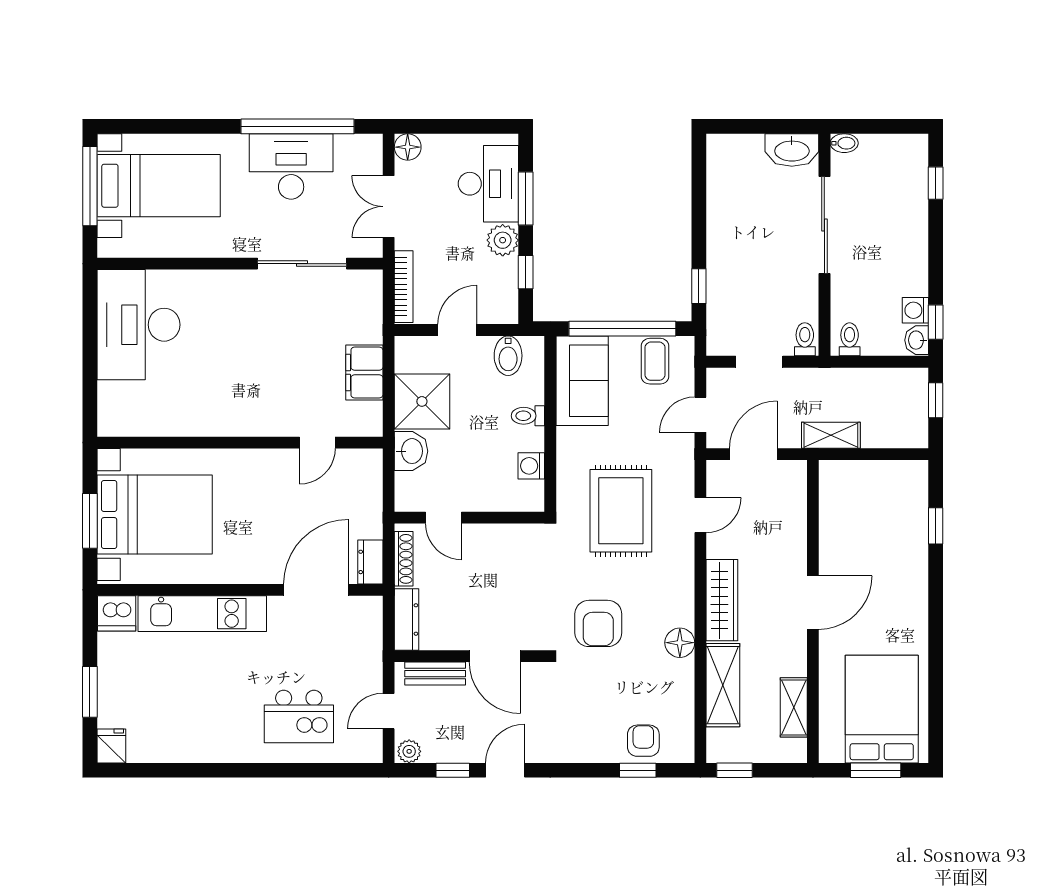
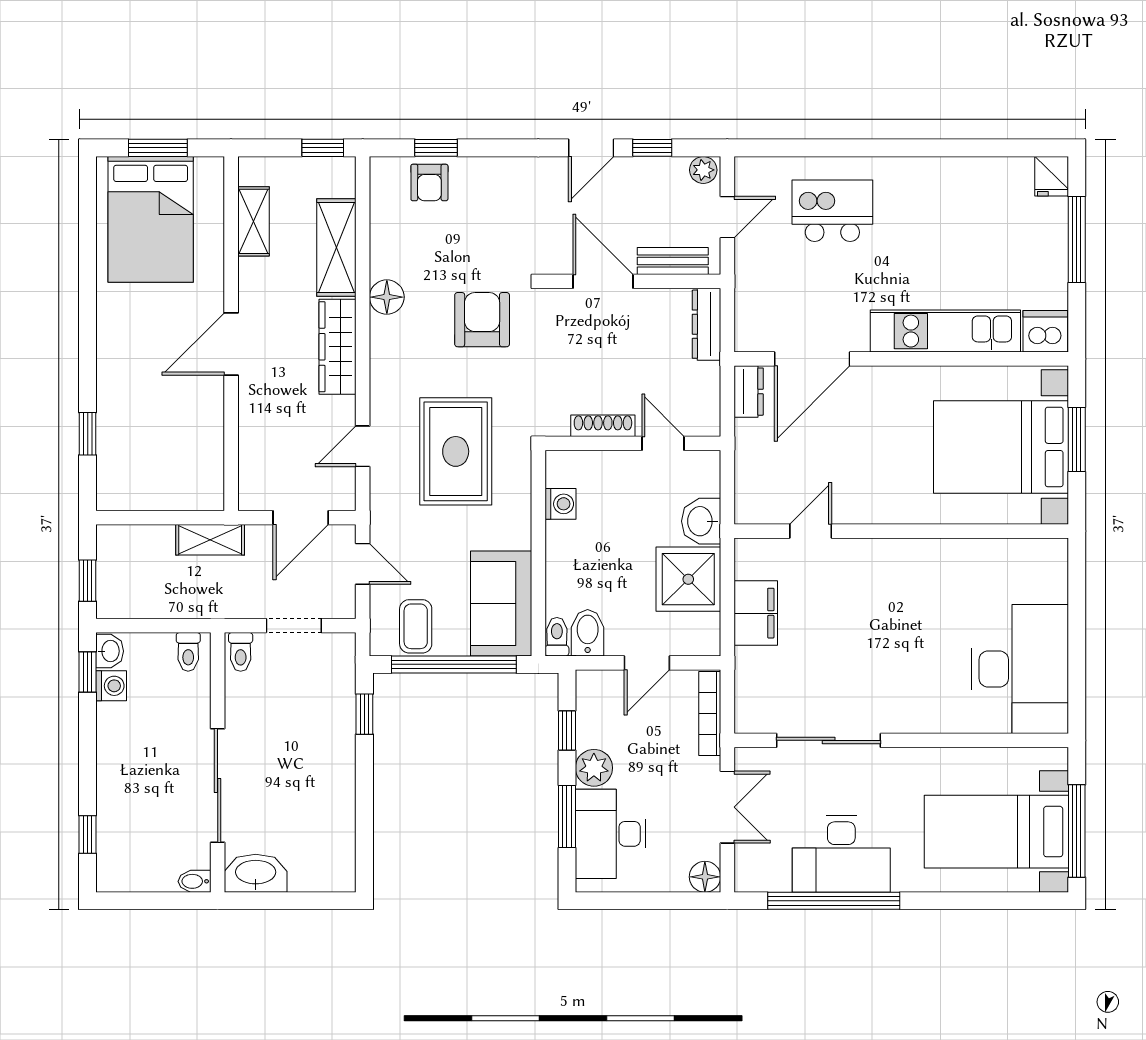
door: (700, 415) -> (363, 564), hinge flipped
toilet: (528, 416) -> (557, 637), moved, turned -90
shoe rack: (404, 559) -> (603, 426), moved, turned 90
window: (90, 692) -> (1077, 240), width x1.44

